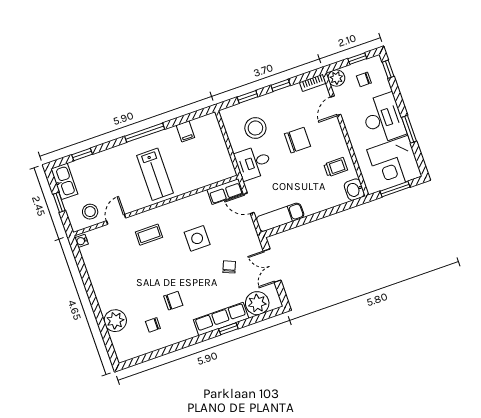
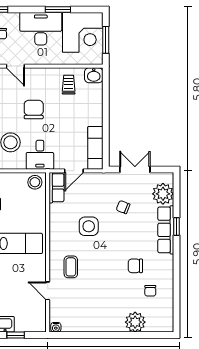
stool: (90, 212) -> (35, 182), moved
double door: (272, 266) -> (135, 169), swing flipped
chair: (173, 301) -> (135, 266), turned -90

